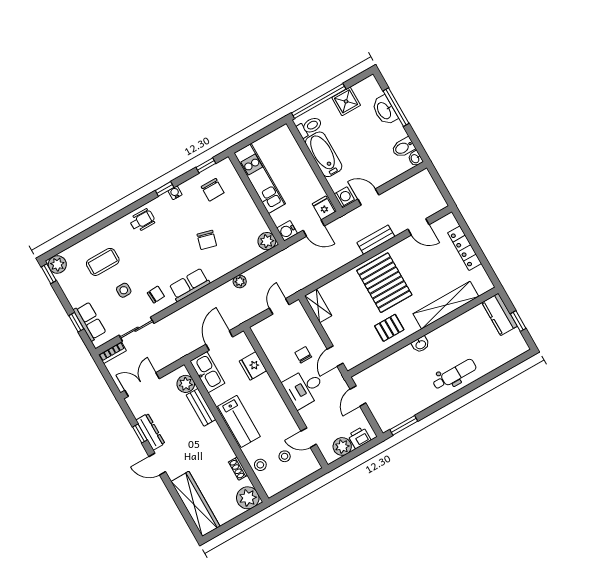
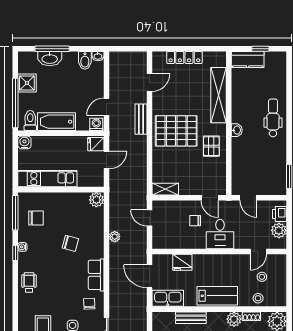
window: (206, 165) -> (15, 213), width x2.17
water cooler: (287, 231) -> (24, 142), moved, turned 180
plant: (186, 384) -> (234, 319), moved

